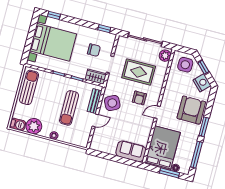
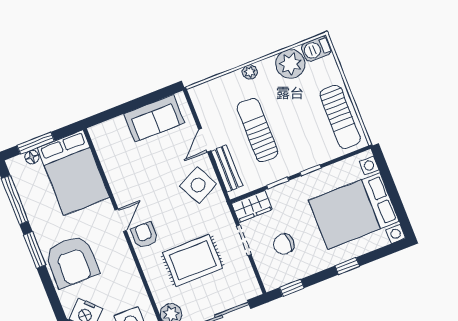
window: (54, 15) -> (347, 266), moved
armchair: (139, 98) -> (144, 235), moved
sofa: (131, 151) -> (154, 118), moved

